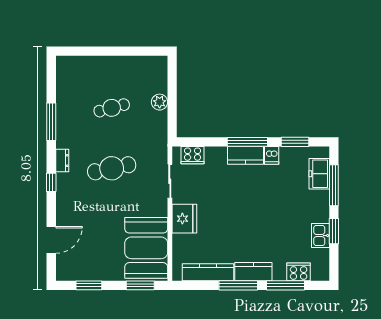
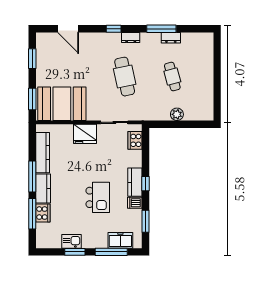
dresser: (63, 110) -> (171, 38), added
window: (247, 142) -> (146, 184), width x0.46
kitchen island: (265, 202) -> (98, 197), added
cooker: (299, 272) -> (43, 213), moved

